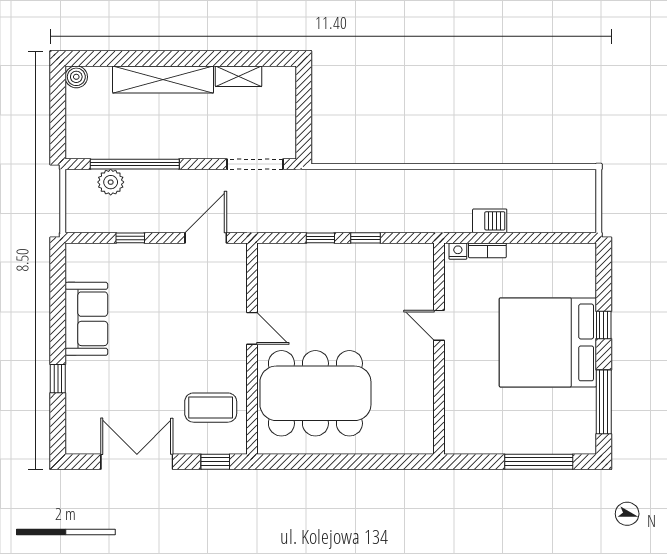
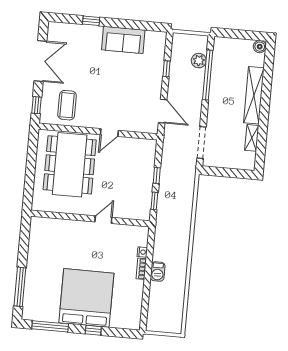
door: (439, 325) -> (103, 220), moved
wall: (439, 349) -> (90, 219), moved

